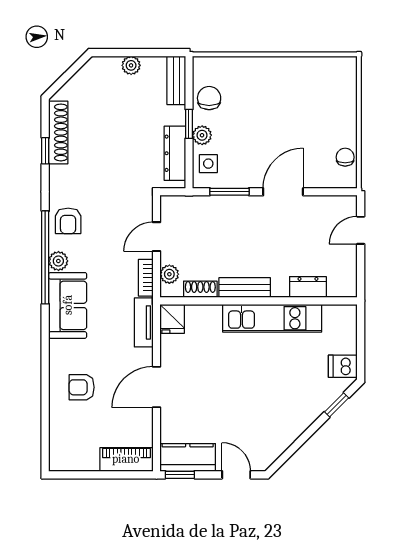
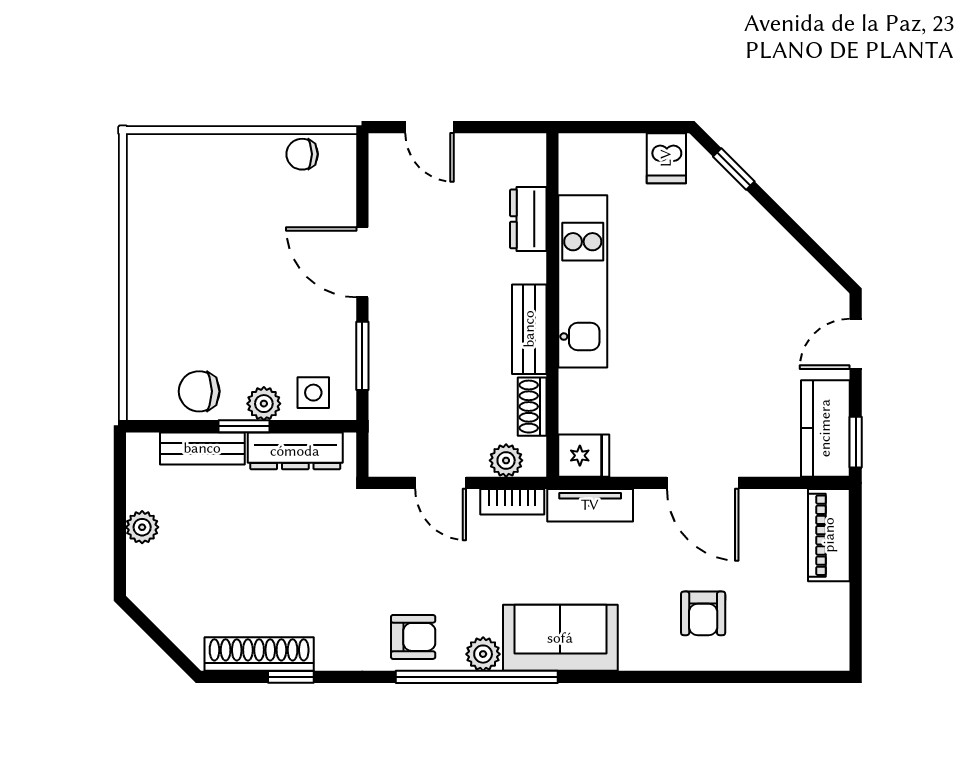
bench: (176, 80) -> (202, 448), moved

